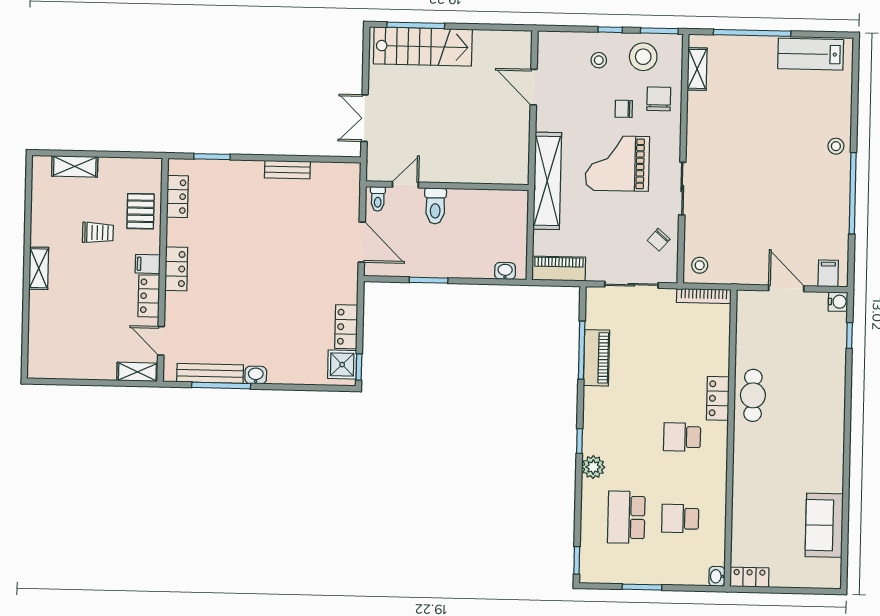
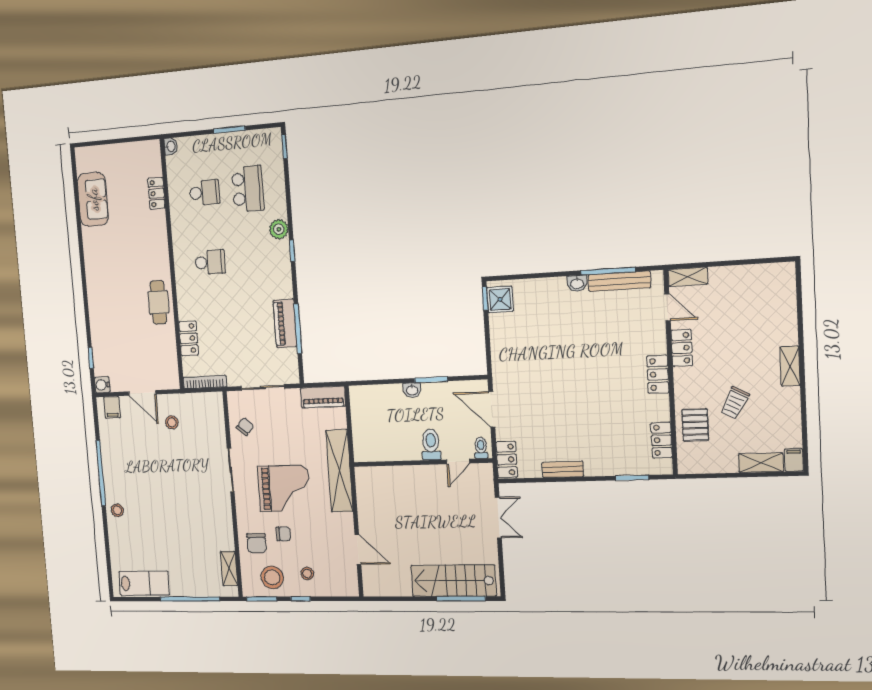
trolley: (98, 233) -> (735, 403), turned -62
filing cabinet: (148, 264) -> (794, 460), moved, turned -90
stool: (700, 265) -> (172, 422), moved
washbasin: (505, 271) -> (412, 390), moved
locker: (346, 327) -> (507, 459), moved
locker: (718, 398) -> (189, 338), moved
locker: (749, 577) -> (156, 193), moved, turned 90

